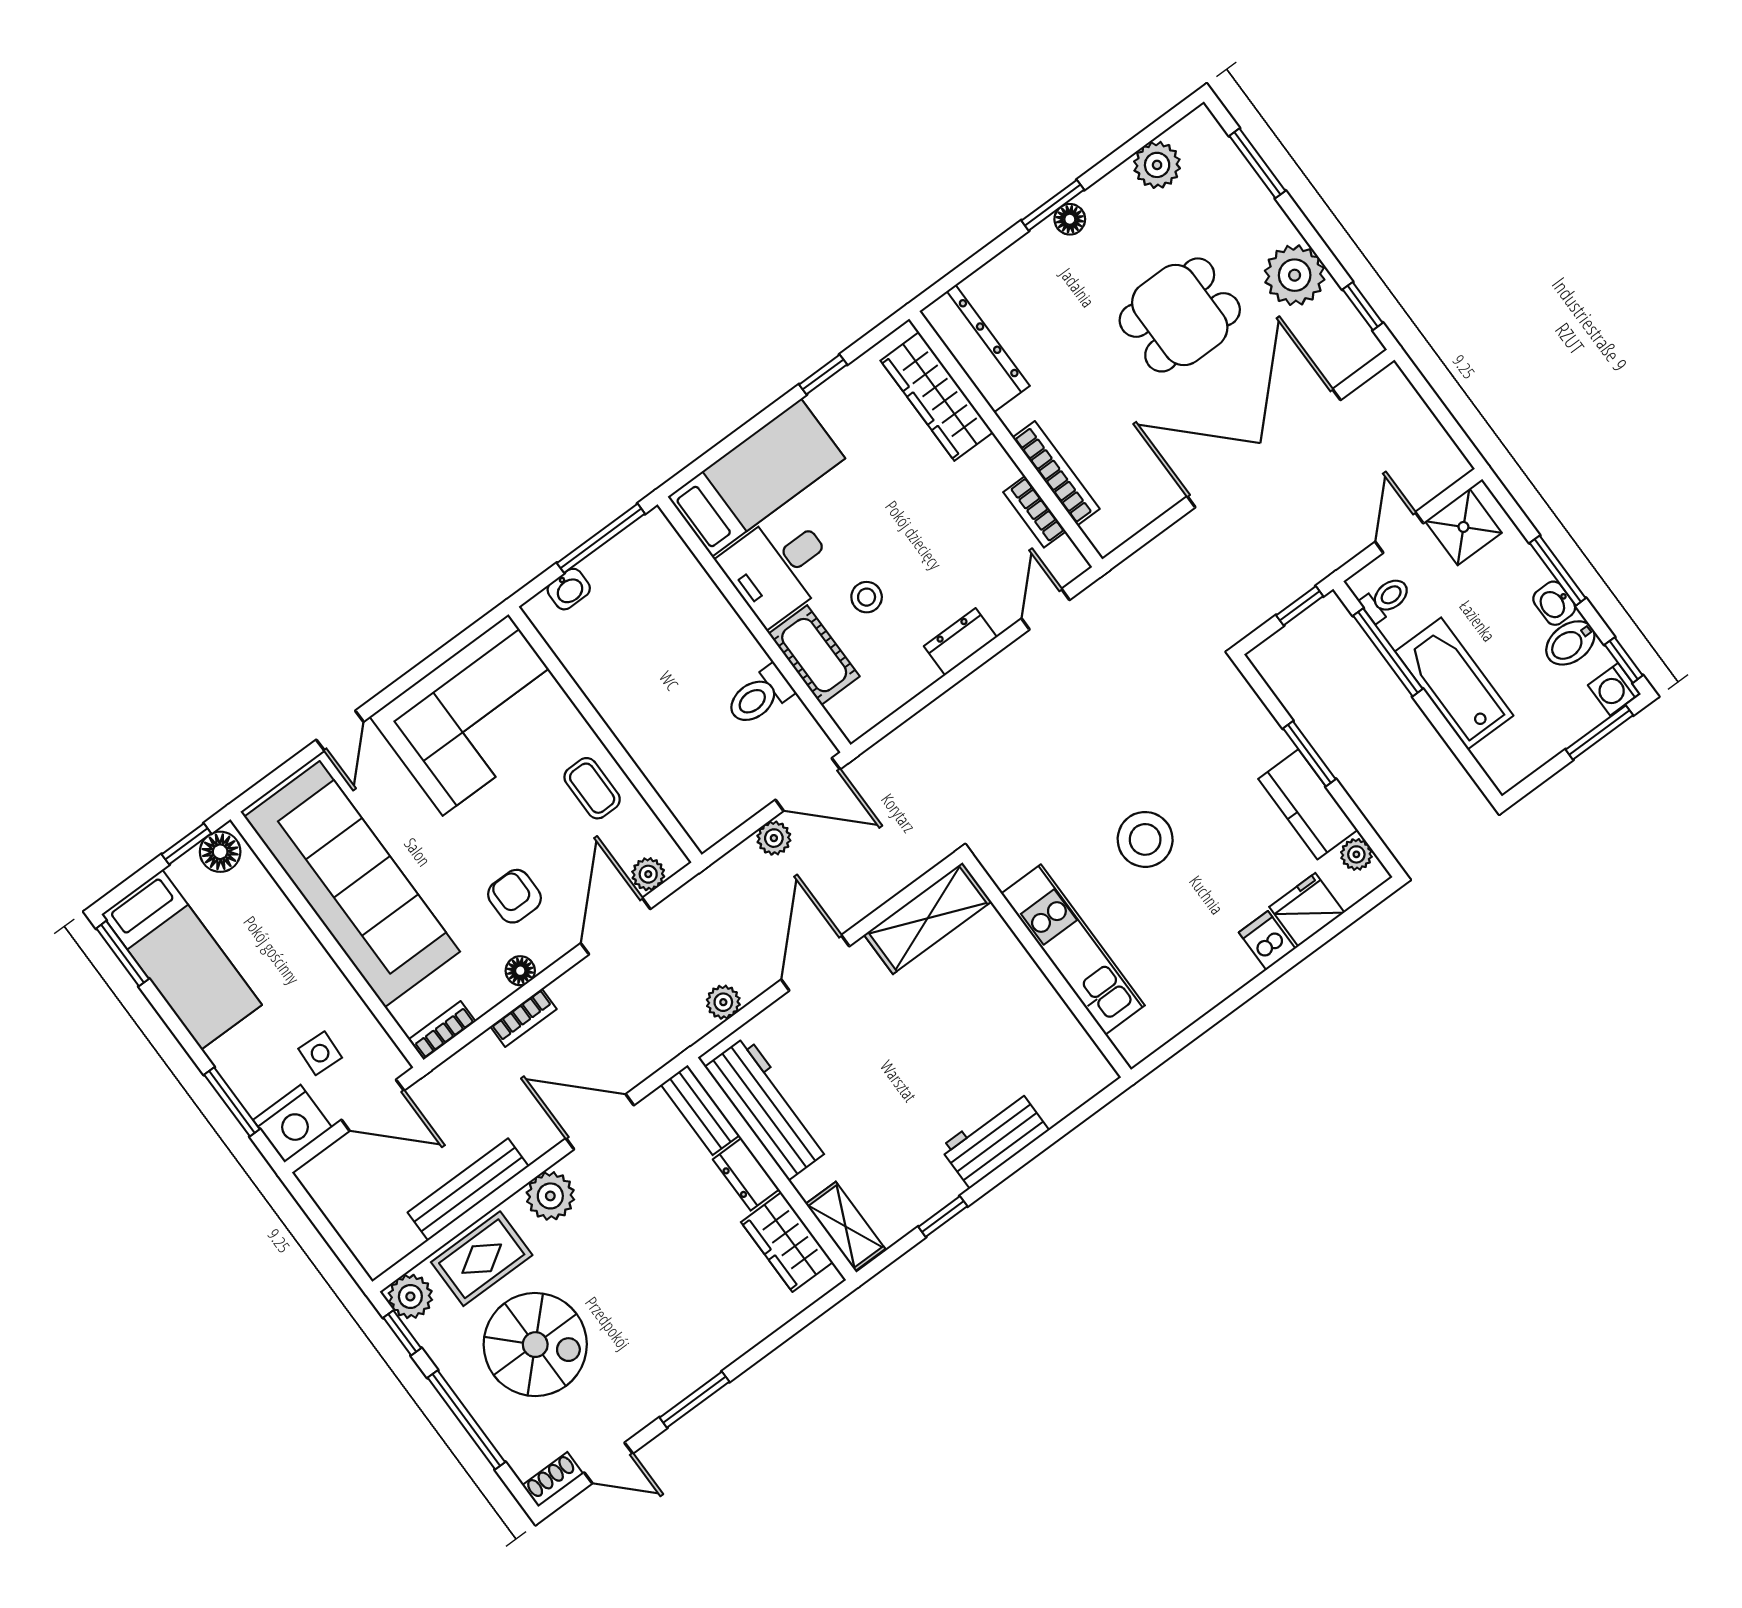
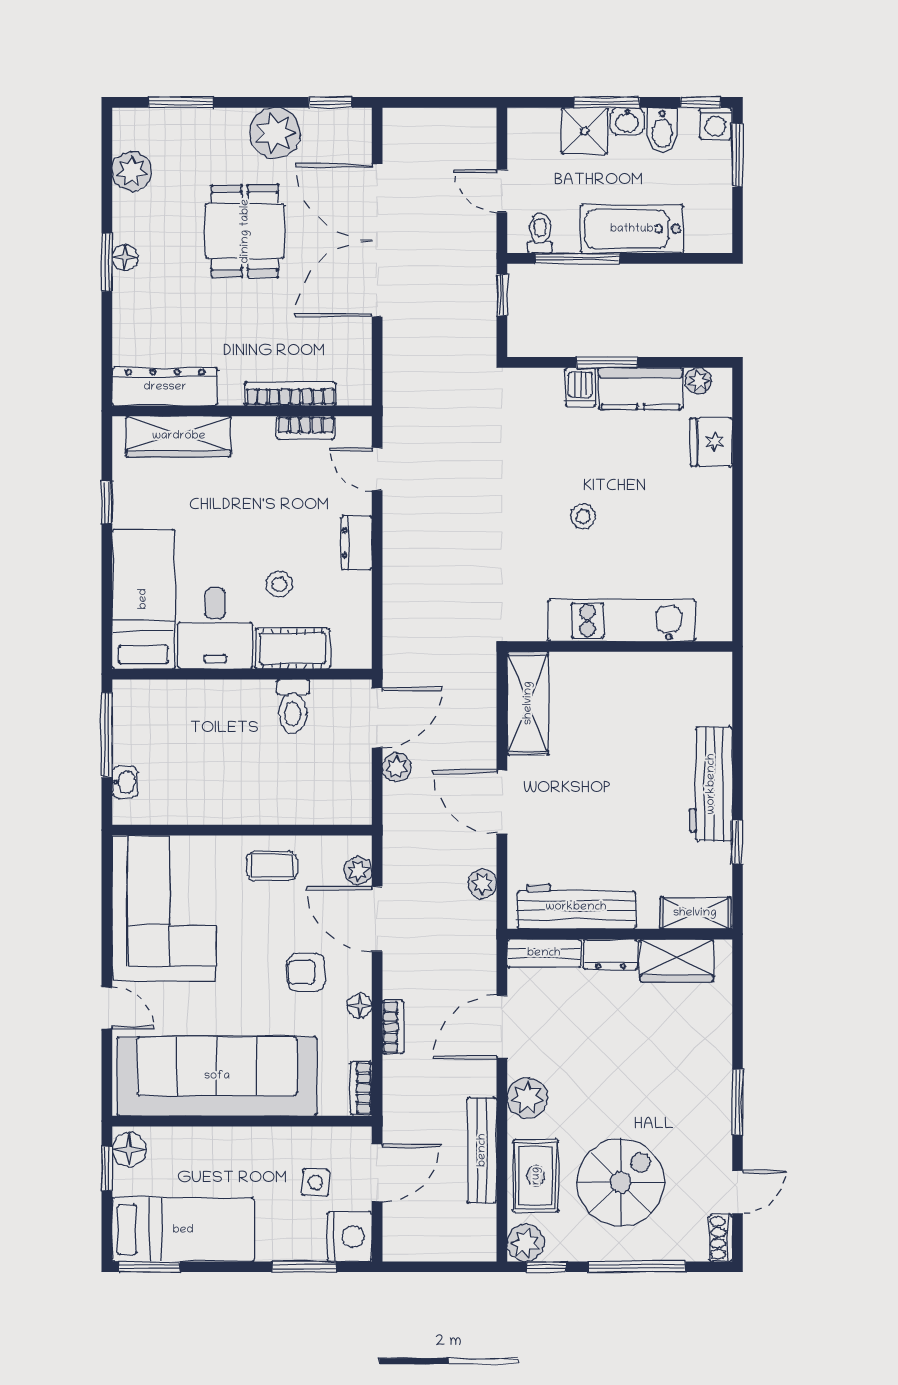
shower: (1463, 527) -> (585, 131), moved
stool: (1145, 839) -> (583, 516), width x0.53, depth x0.53
dishwasher: (1267, 941) -> (580, 387), moved, turned -90
workbench: (995, 1139) -> (711, 784), width x1.38

